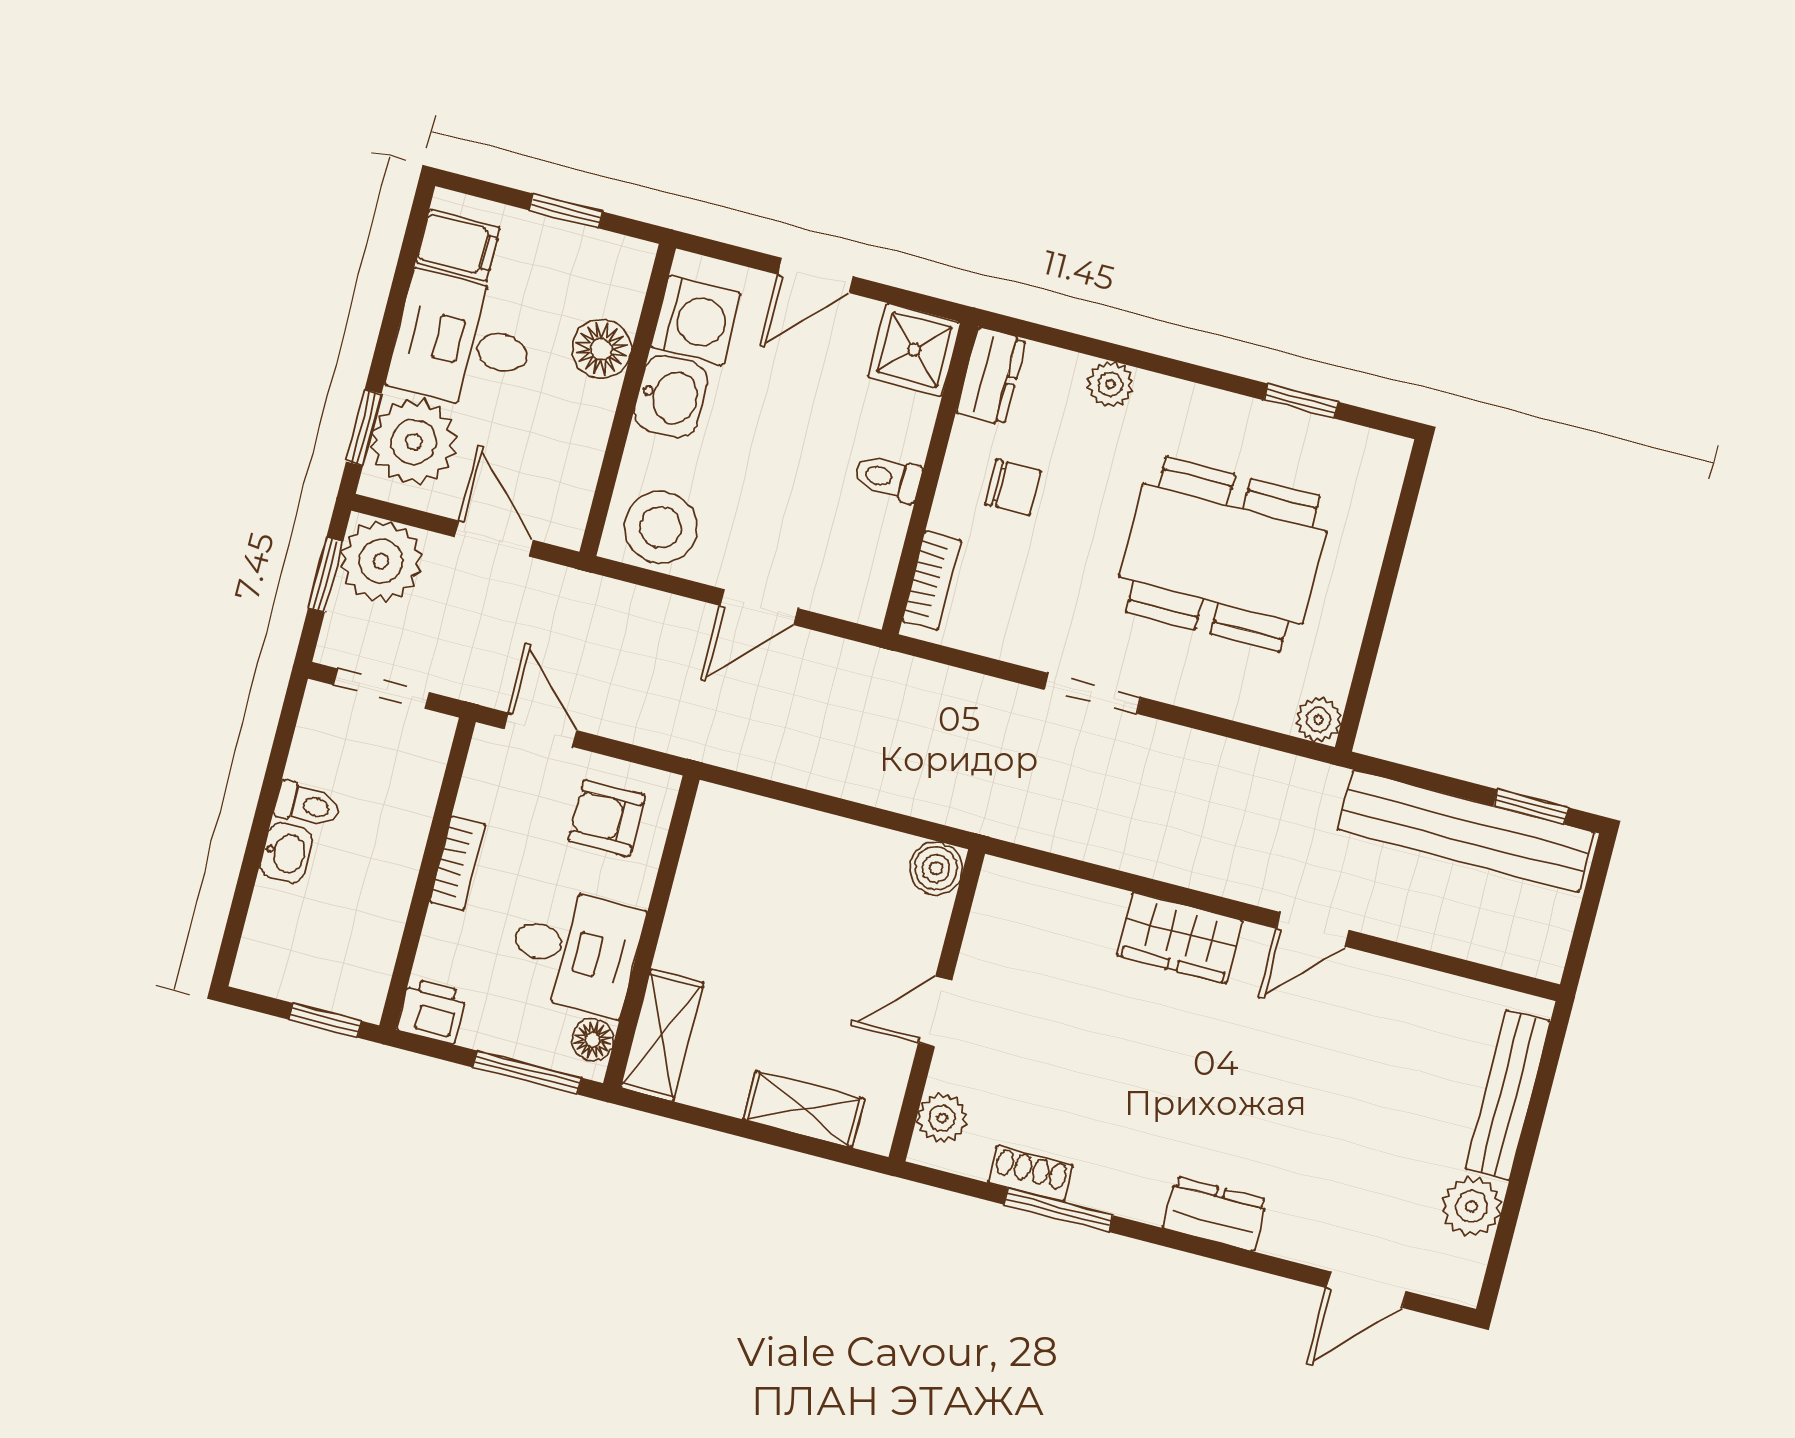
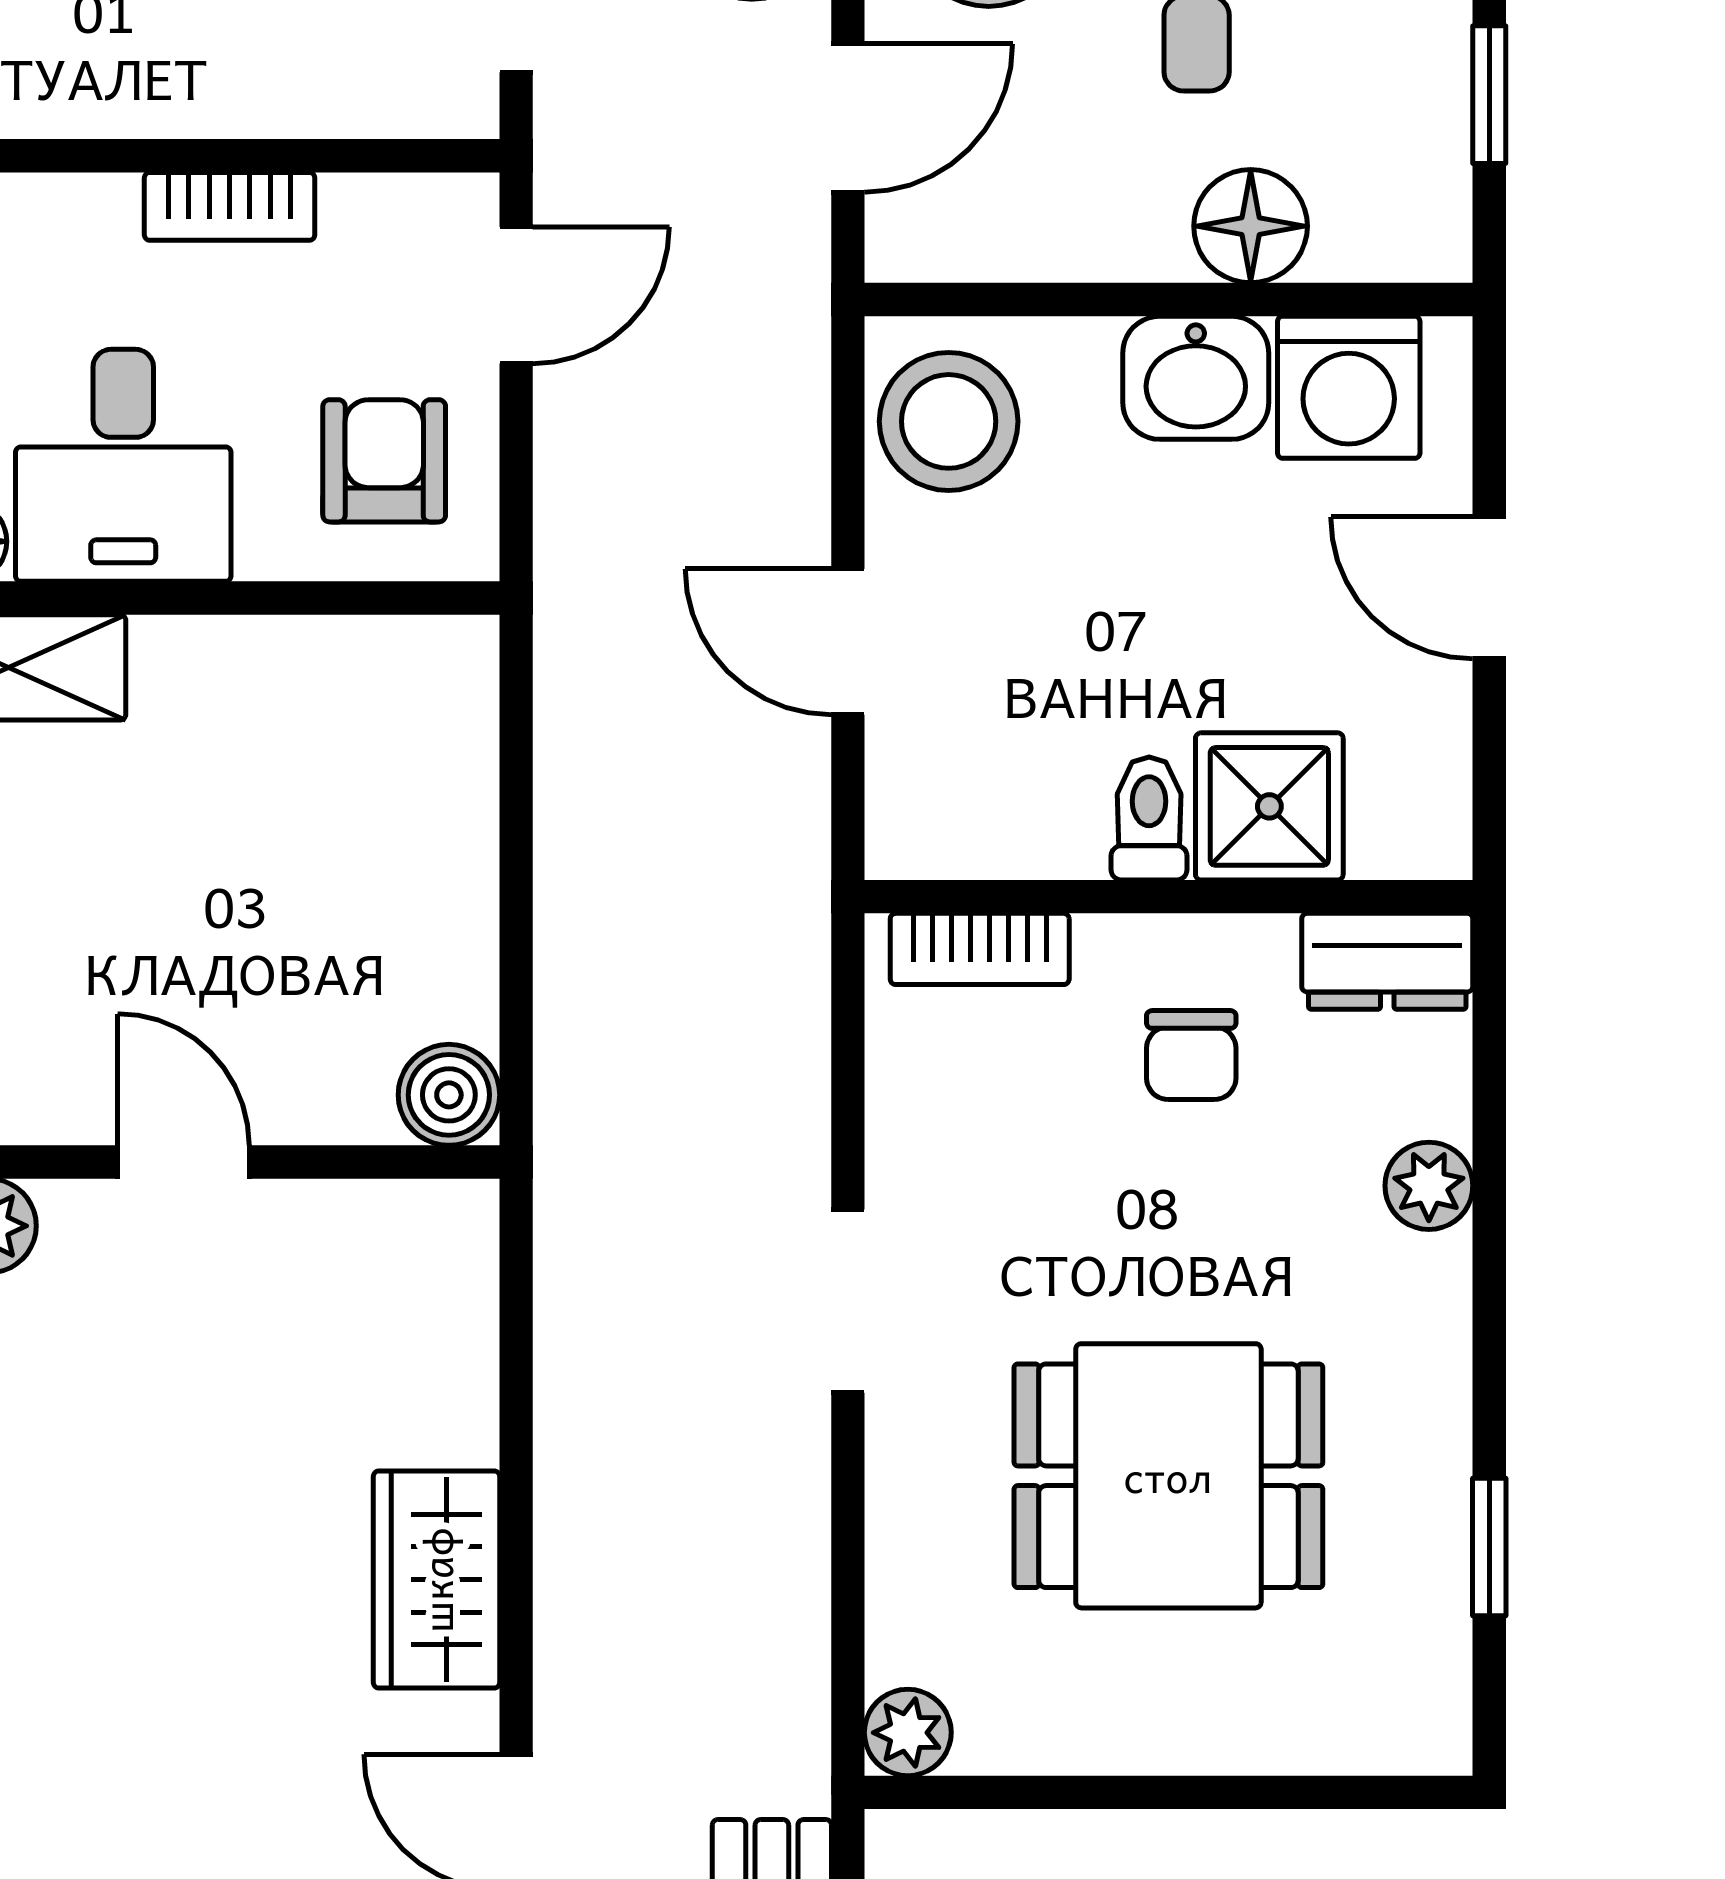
shower: (914, 350) -> (1269, 806), moved
dining table: (1223, 554) -> (1168, 1476), width x0.73

